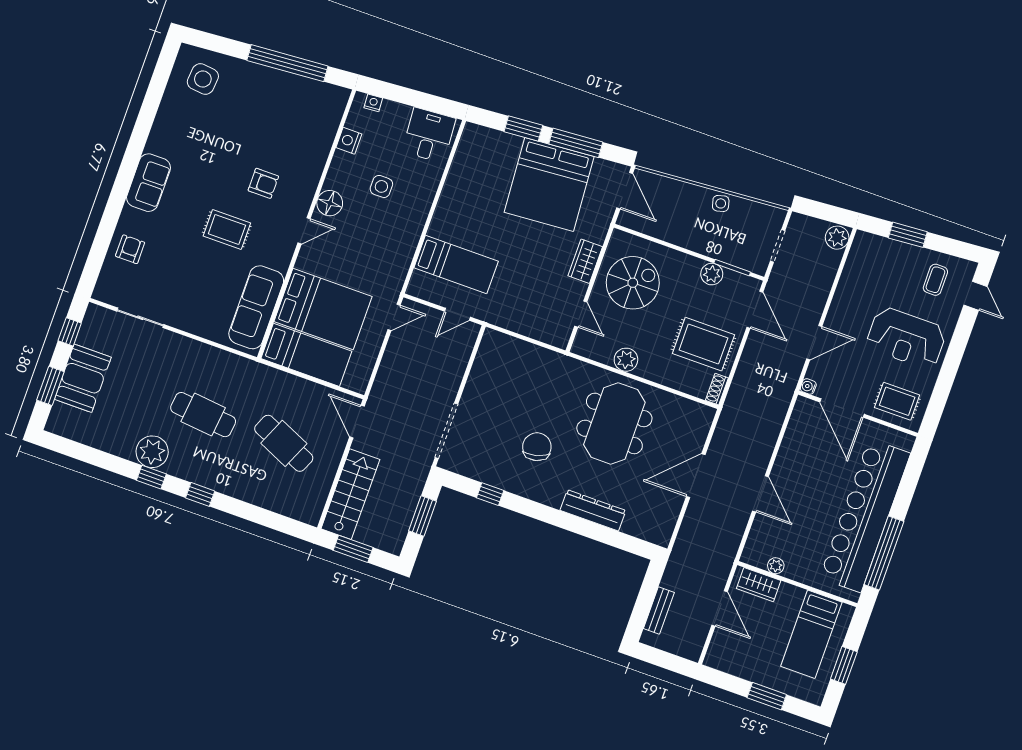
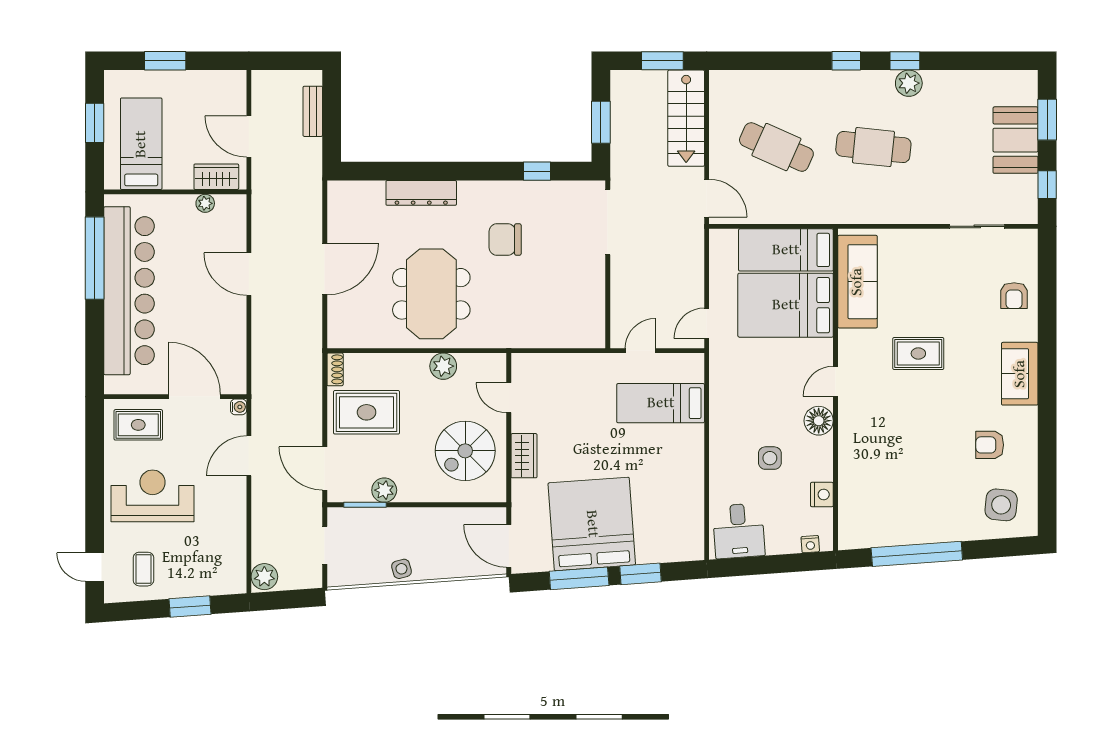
armchair: (263, 183) -> (990, 445), moved
chair: (537, 447) -> (505, 240), turned 105
plant: (152, 452) -> (909, 83), width x0.73, depth x0.73

